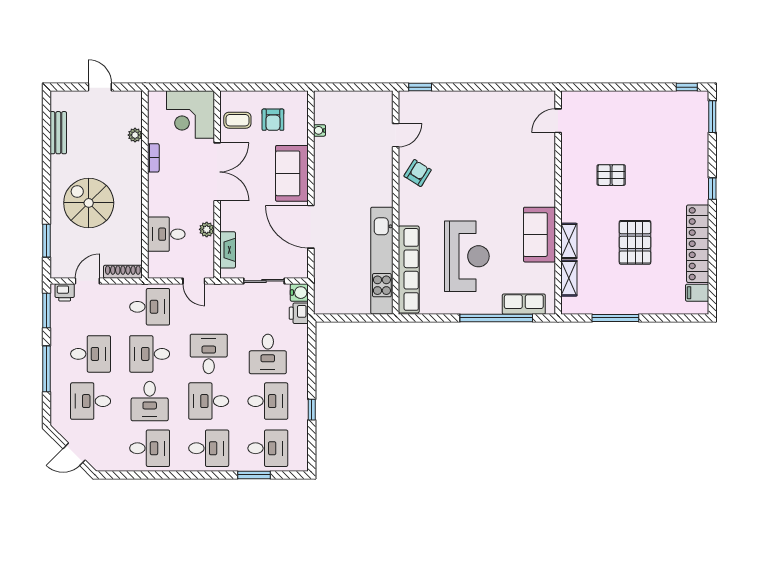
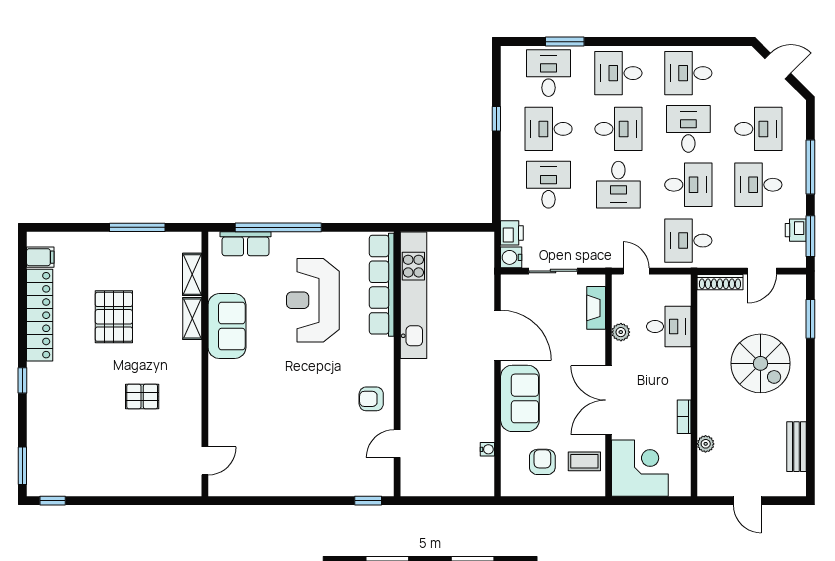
armchair: (418, 173) -> (371, 399), turned 58
printer: (65, 292) -> (796, 230), moved, turned -90
desk: (268, 448) -> (549, 73), turned 90

